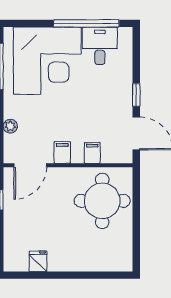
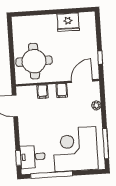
desk: (100, 46) -> (33, 157), moved, turned 90
window: (136, 95) -> (18, 158), moved
fridge: (38, 261) -> (68, 22), width x1.88, depth x1.34

